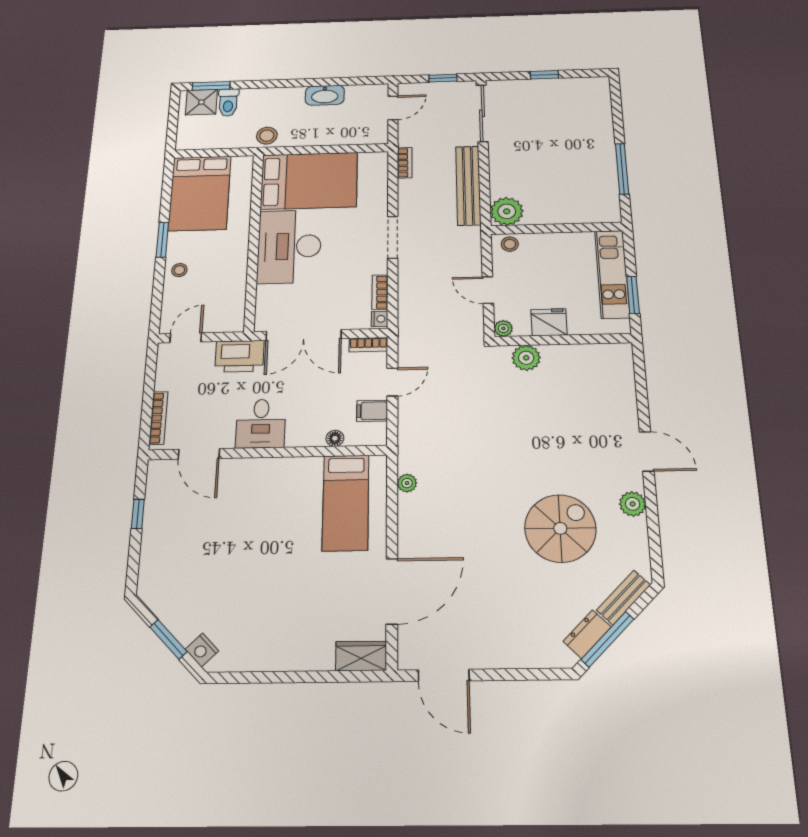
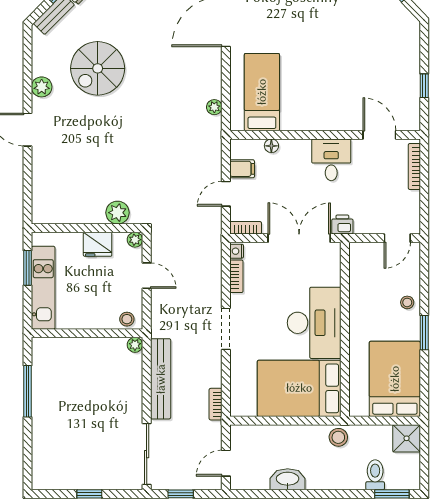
shower: (201, 102) -> (407, 438), moved
plant: (507, 211) -> (135, 345), width x0.53, depth x0.53
printer: (239, 356) -> (342, 225), width x0.53, depth x0.68

